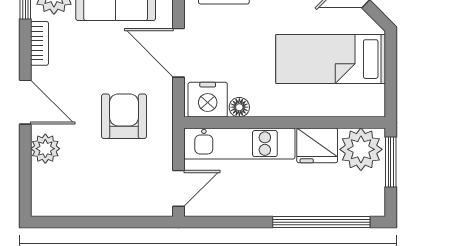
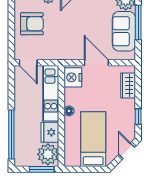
door: (179, 53) -> (96, 63), hinge flipped
floor lamp: (239, 107) -> (69, 111), moved
armchair: (124, 116) -> (32, 24), moved

